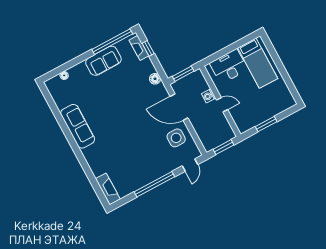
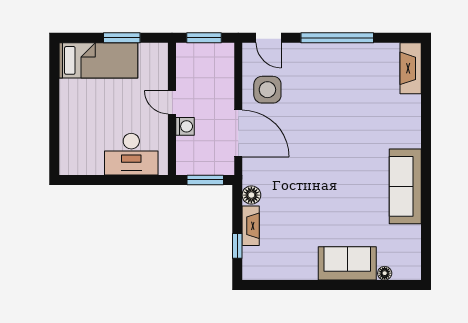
window: (112, 42) -> (285, 285), removed
fireplace: (139, 48) -> (251, 226), moved
sofa: (103, 61) -> (347, 263), moved
bed: (258, 63) -> (98, 60), moved, turned 90
door: (190, 165) -> (269, 38), swing flipped

